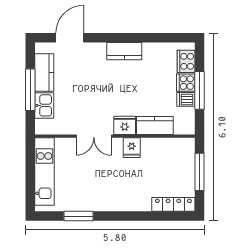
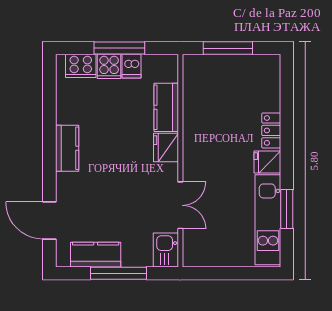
kitchen sink: (44, 105) -> (166, 250), moved, turned -90
double door: (94, 136) -> (180, 205), moved
fridge: (132, 148) -> (267, 162), moved, turned 180
kitchen unit: (44, 172) -> (268, 220), moved, turned -90
locker: (173, 204) -> (271, 130), moved, width x0.66

